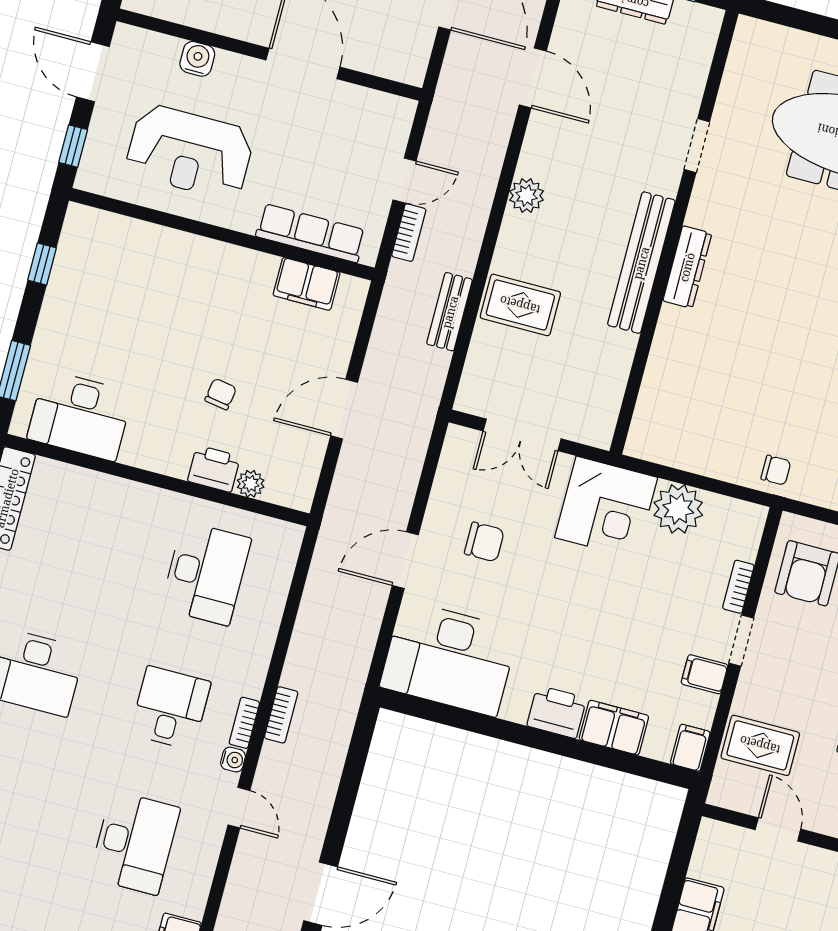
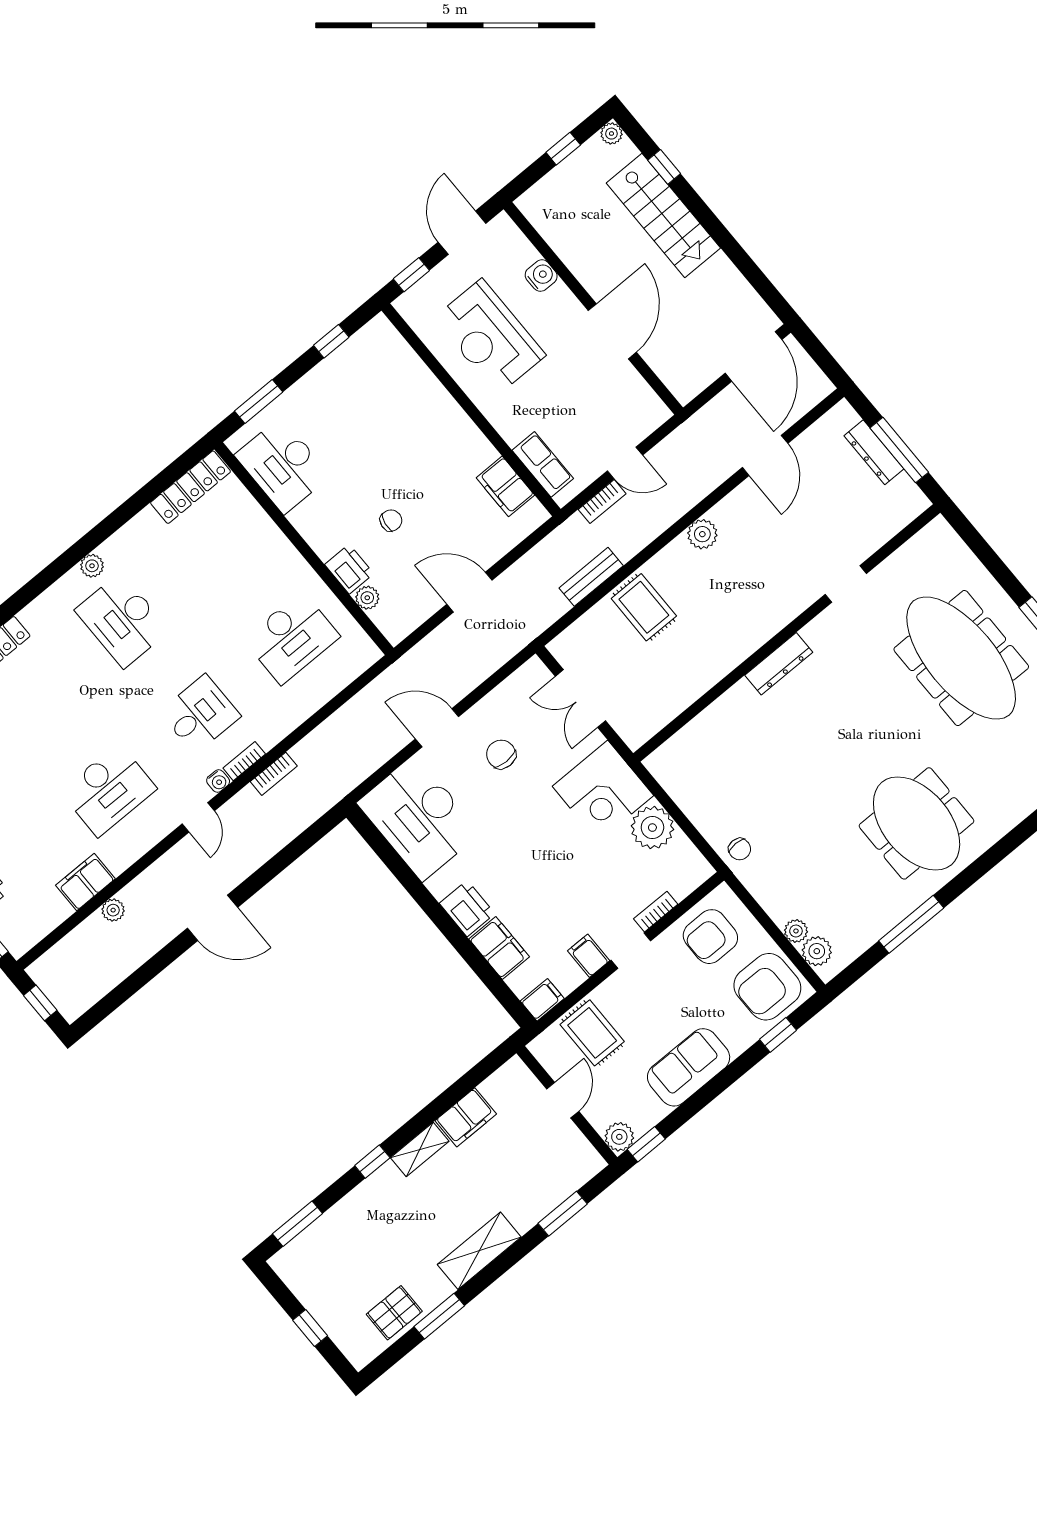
row of seats: (311, 233) -> (543, 464), width x0.68
bench: (641, 263) -> (749, 638), removed
chair: (484, 542) -> (501, 754), turned 180

